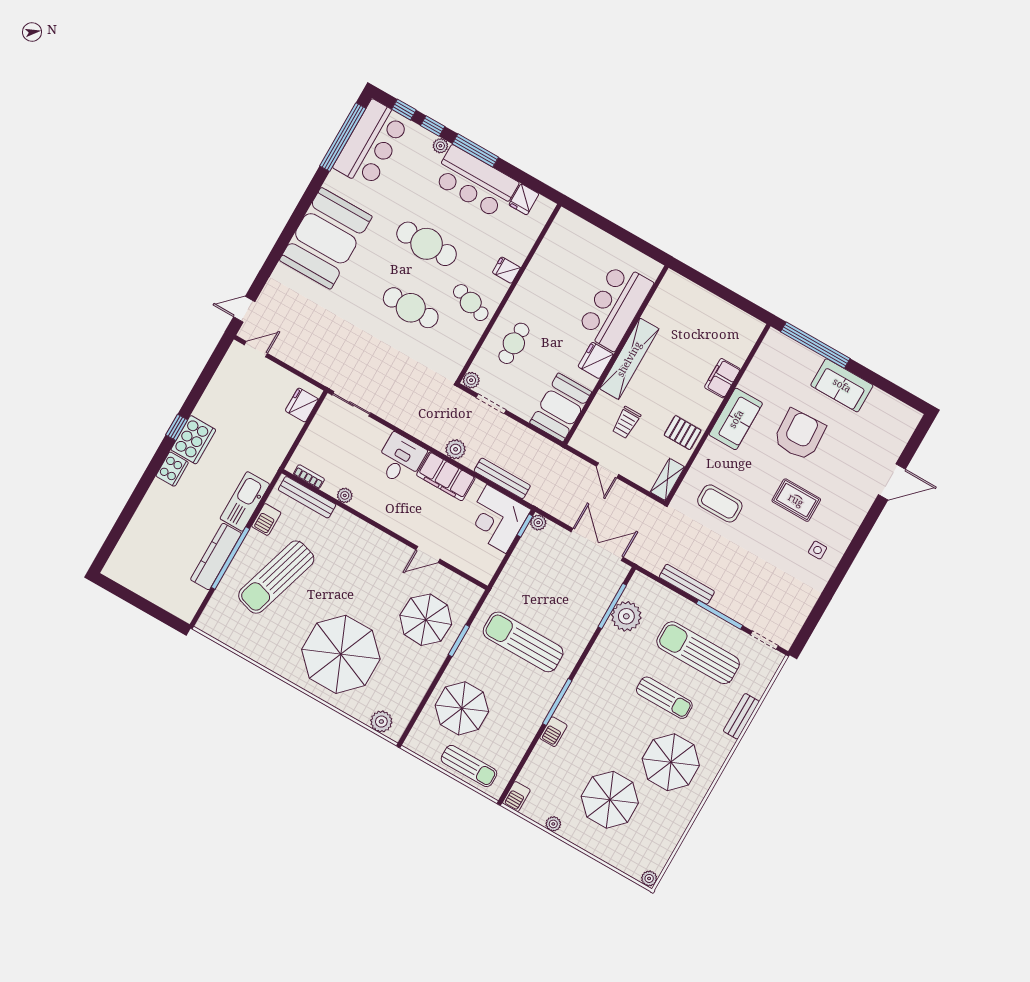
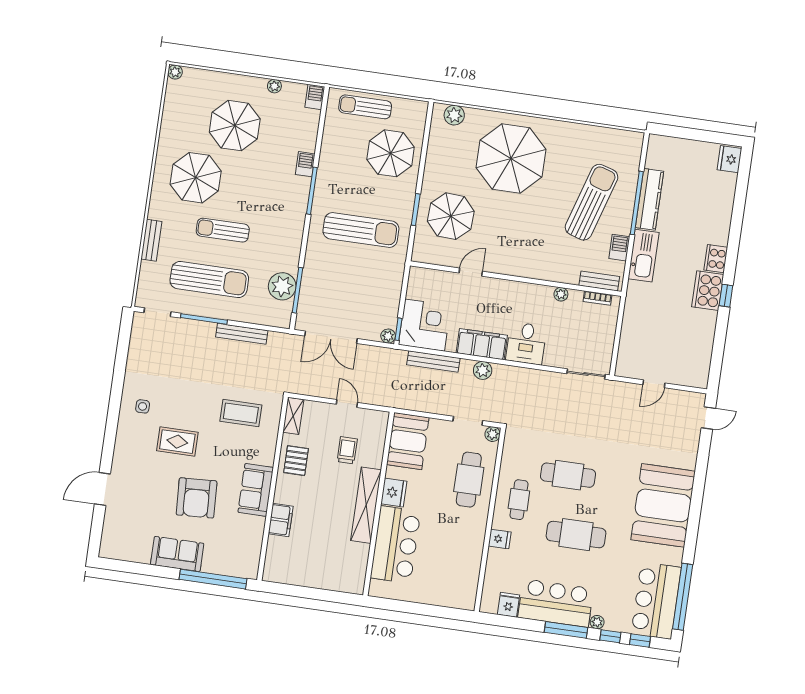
cafe table: (471, 303) -> (519, 500), turned 72
cafe table: (514, 343) -> (469, 480), width x1.37, depth x1.35
door: (256, 349) -> (654, 384), moved
fridge: (302, 405) -> (730, 159), moved, turned 180
pallet: (683, 433) -> (296, 461), turned 90
bench: (307, 497) -> (599, 281), width x0.73

